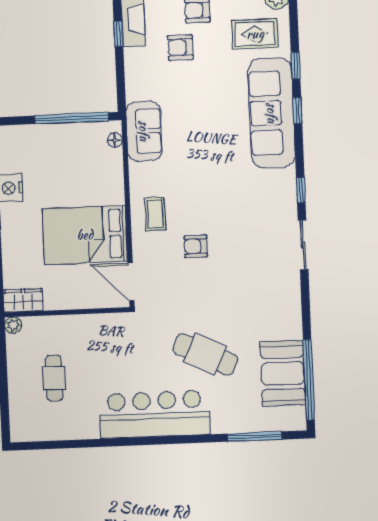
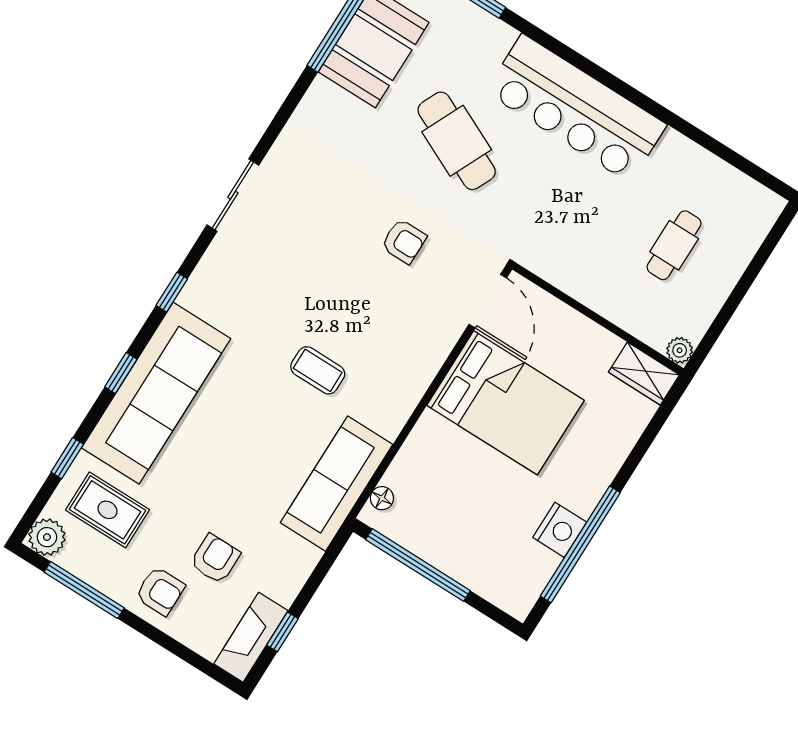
armchair: (180, 47) -> (215, 559), turned -90
window: (296, 66) -> (67, 458), moved
sofa: (144, 131) -> (337, 484), width x1.36
window: (301, 190) -> (172, 292), moved
coffee table: (155, 214) -> (318, 370), moved, turned 90
armchair: (196, 246) -> (404, 241), moved

